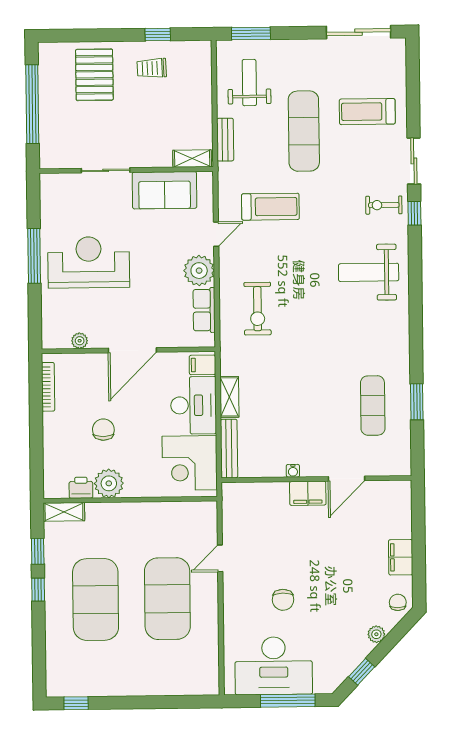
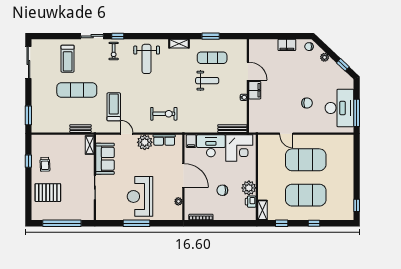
weight bench: (249, 83) -> (207, 81), moved, turned 180
shelving: (229, 397) -> (179, 44), moved
window: (38, 590) -> (314, 223), moved
window: (288, 701) -> (357, 113), moved

